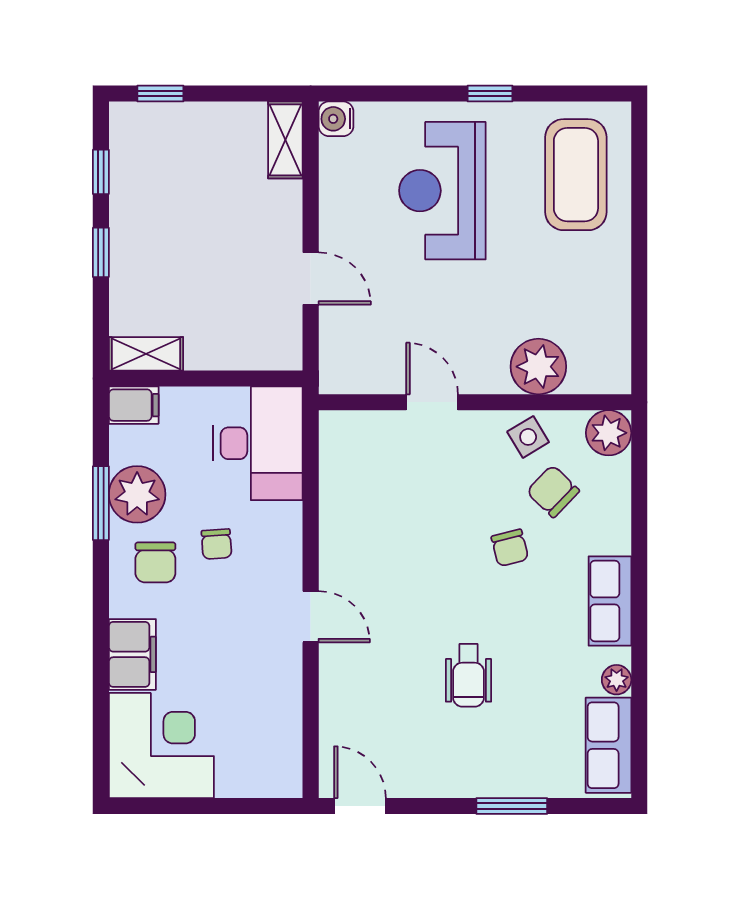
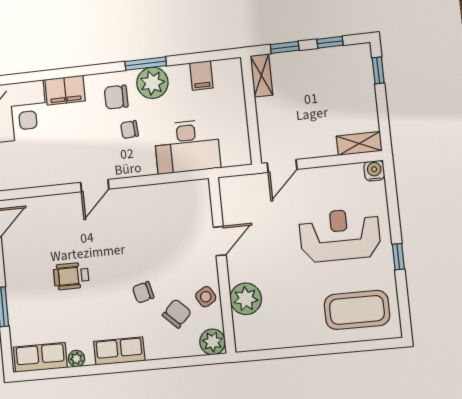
shelving: (146, 354) -> (261, 75), moved
wall: (206, 378) -> (251, 110), moved

